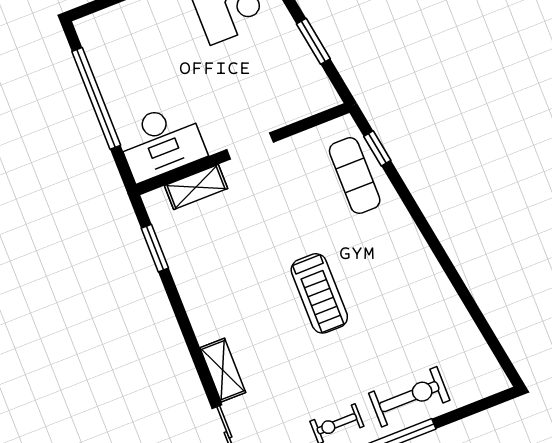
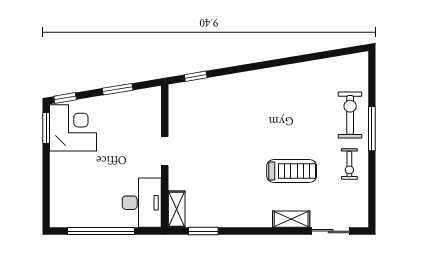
exercise mat: (355, 176) -> (207, 96), removed
shelving: (196, 187) -> (177, 209), moved
treadmill: (319, 293) -> (292, 171), moved

